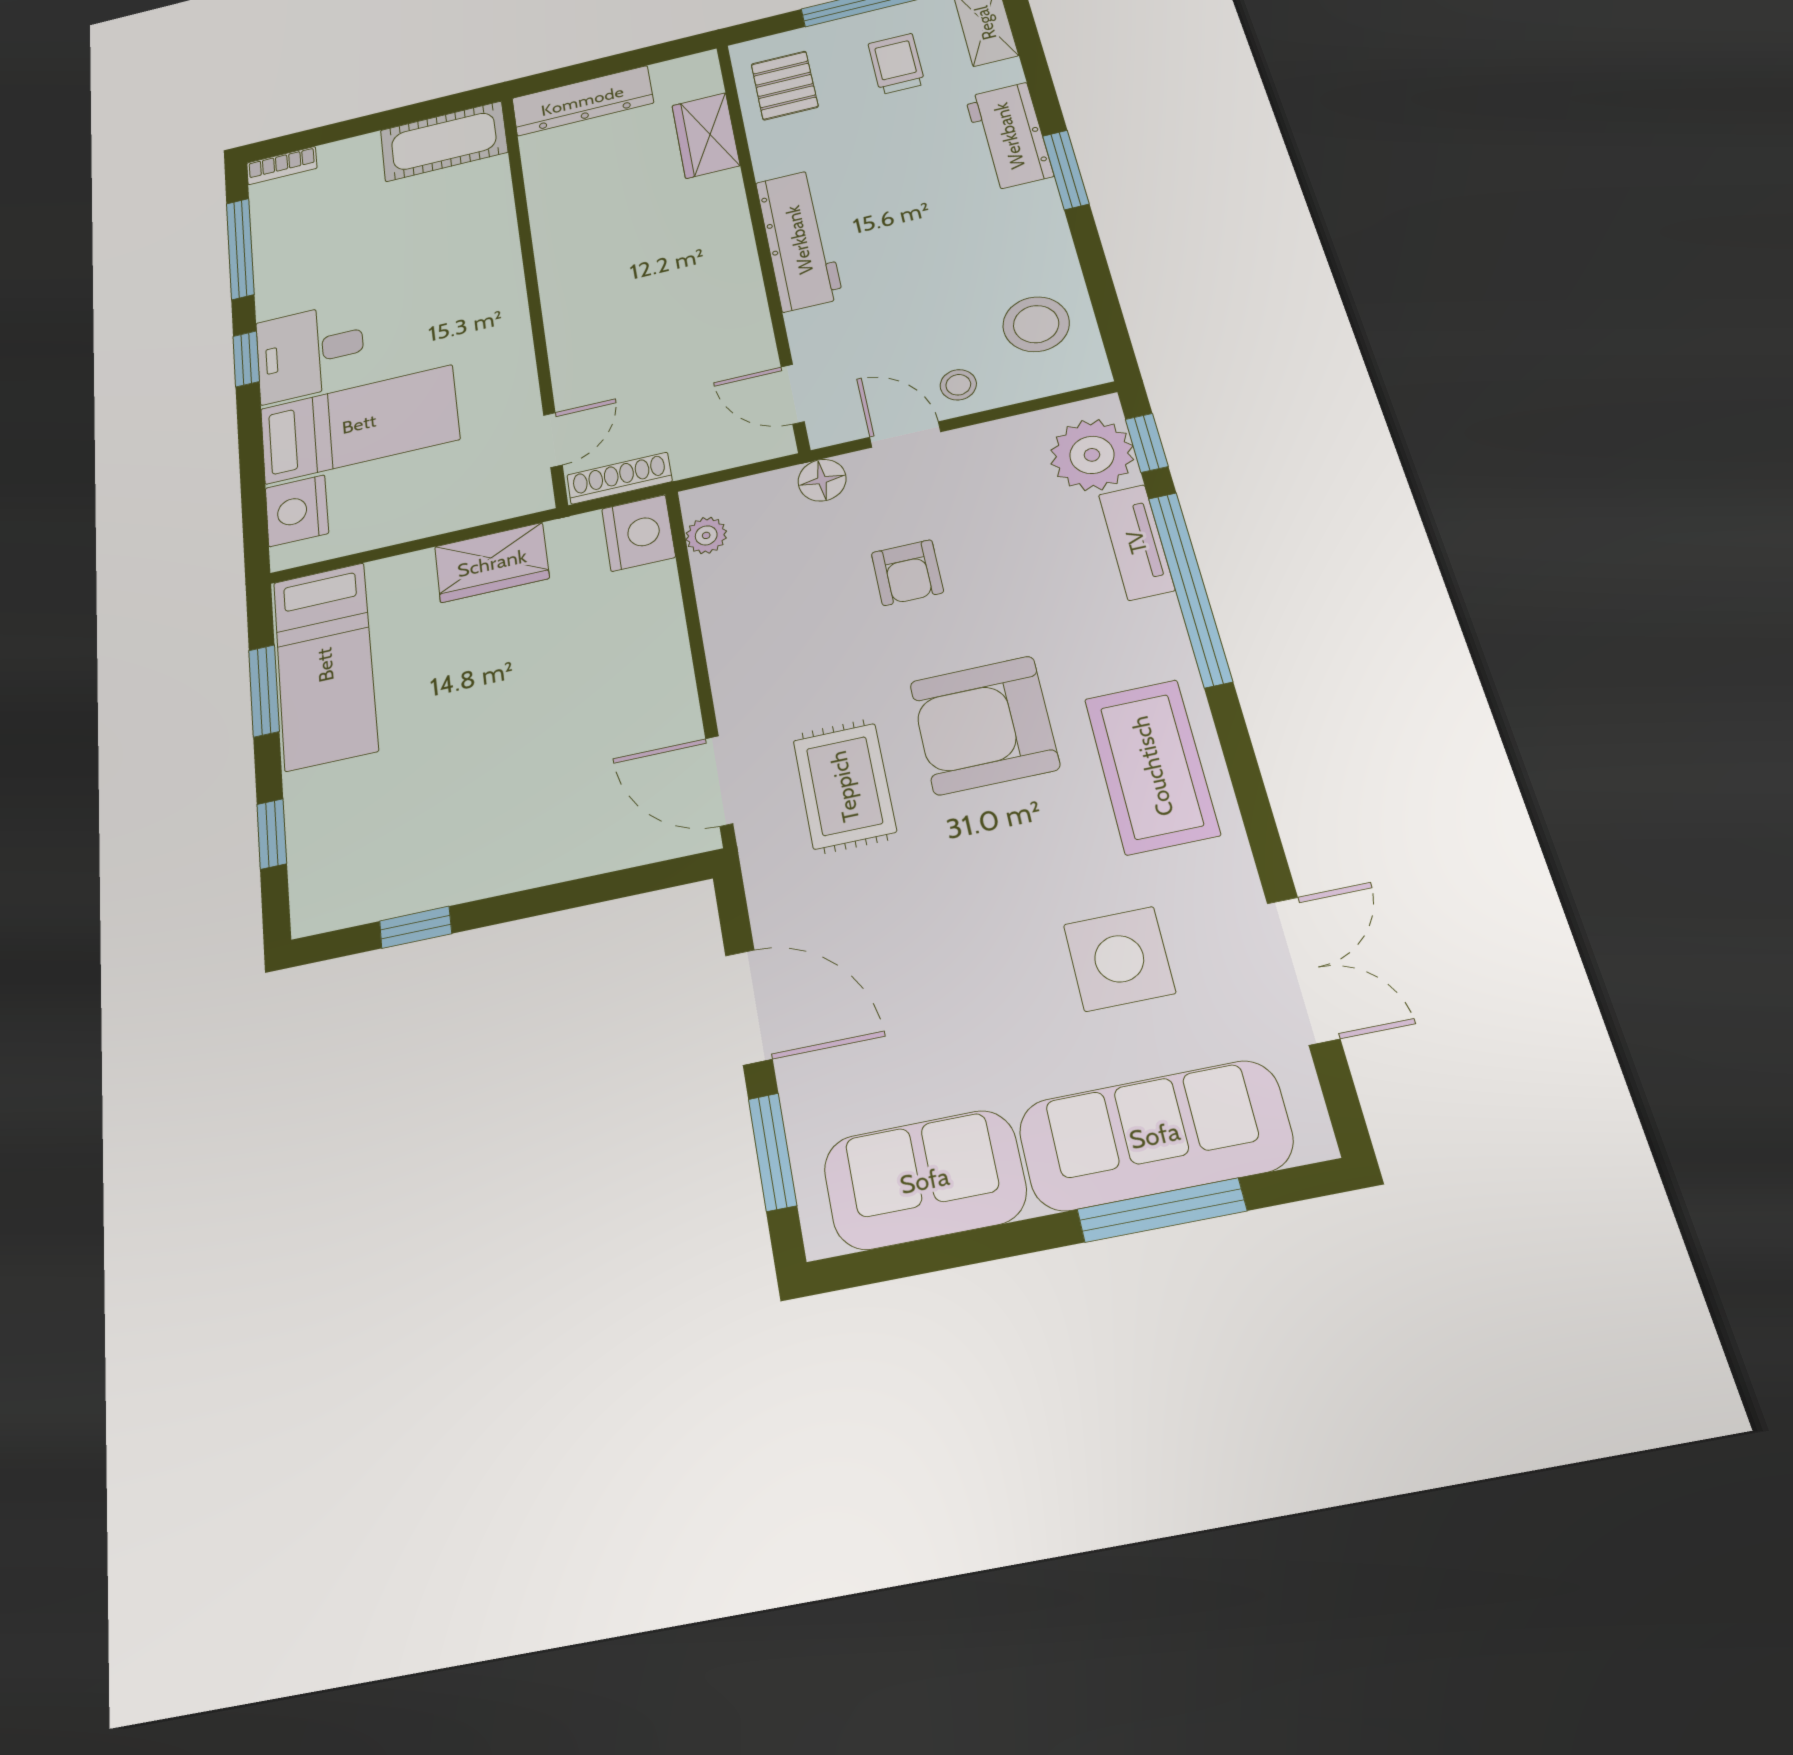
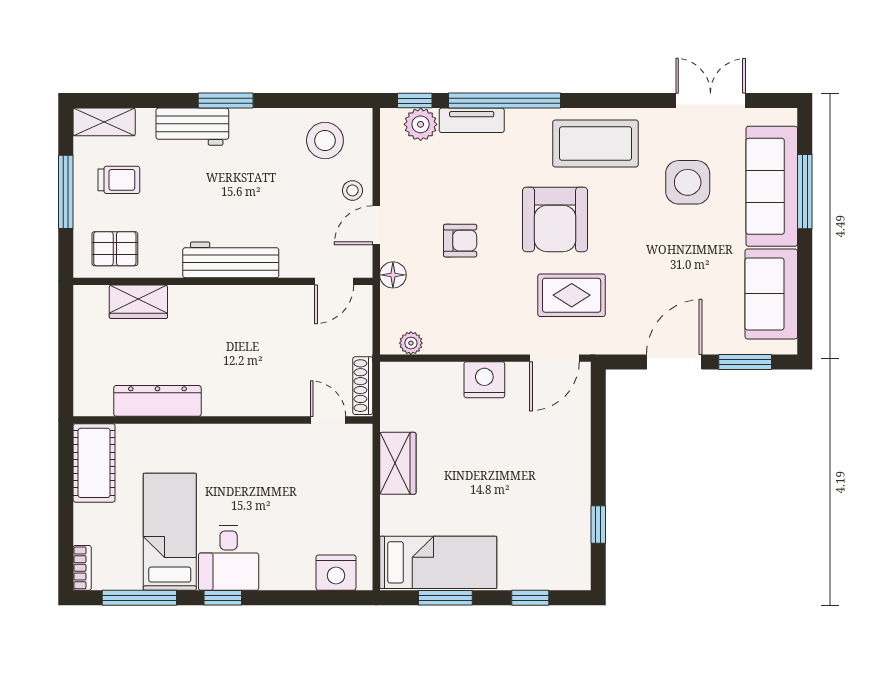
trolley: (896, 64) -> (119, 180), turned 180
dresser: (582, 101) -> (157, 401), moved, turned -90
bed: (359, 424) -> (170, 532), moved
plant: (1092, 455) -> (421, 124), width x0.73, depth x0.73
nightstand: (638, 533) -> (484, 380), moved

